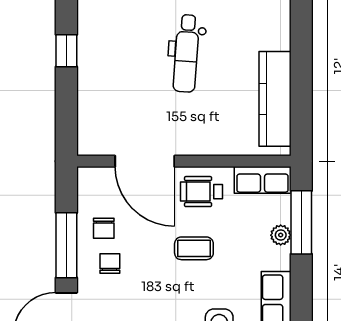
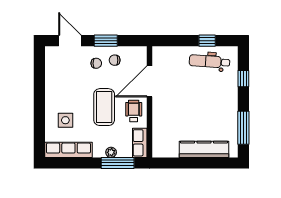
dental chair: (186, 53) -> (210, 61), moved
kitchen counter: (275, 99) -> (204, 149), moved
window: (66, 245) -> (106, 41), width x0.69
coffee table: (194, 248) -> (104, 107), width x1.86, depth x1.72

